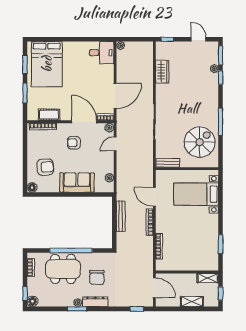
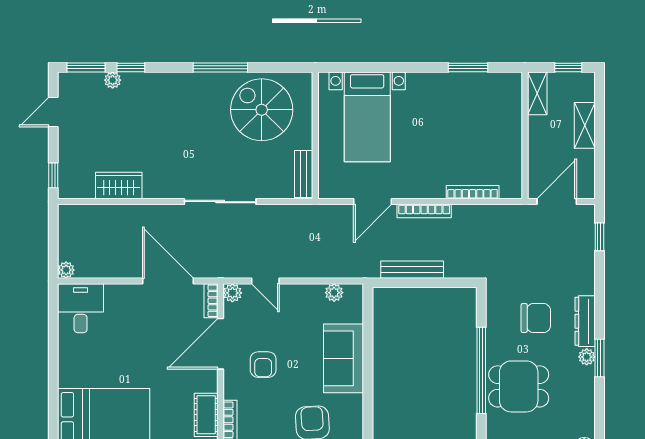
dining table: (63, 269) -> (519, 386), width x0.73

